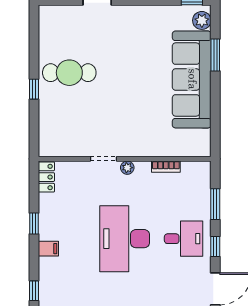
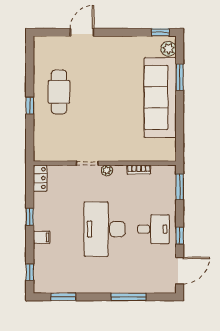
cafe table: (69, 73) -> (59, 92), turned 90
window: (215, 204) -> (180, 187), moved

